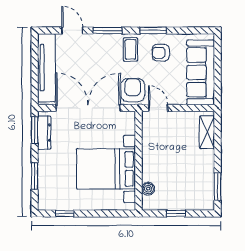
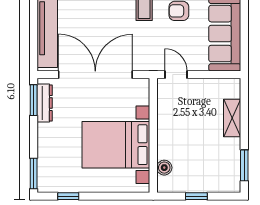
armchair: (133, 90) -> (147, 54), removed
shelving: (207, 132) -> (232, 118), moved
window: (35, 176) -> (34, 173), moved

